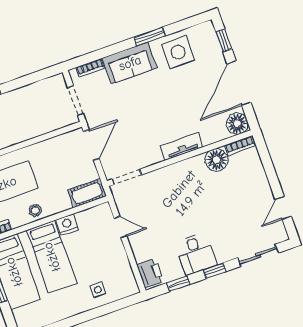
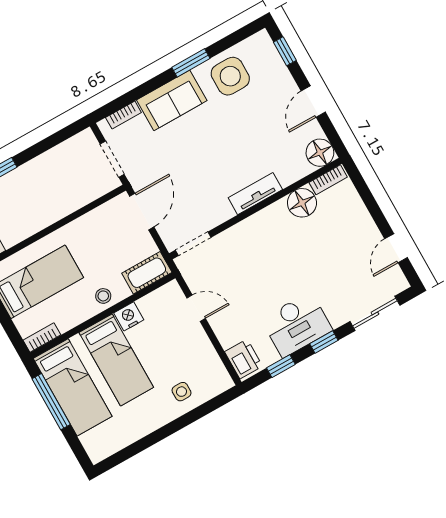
door: (239, 83) -> (313, 101), width x0.53
stool: (35, 210) -> (103, 296), moved
desk: (196, 254) -> (297, 325), width x1.37

